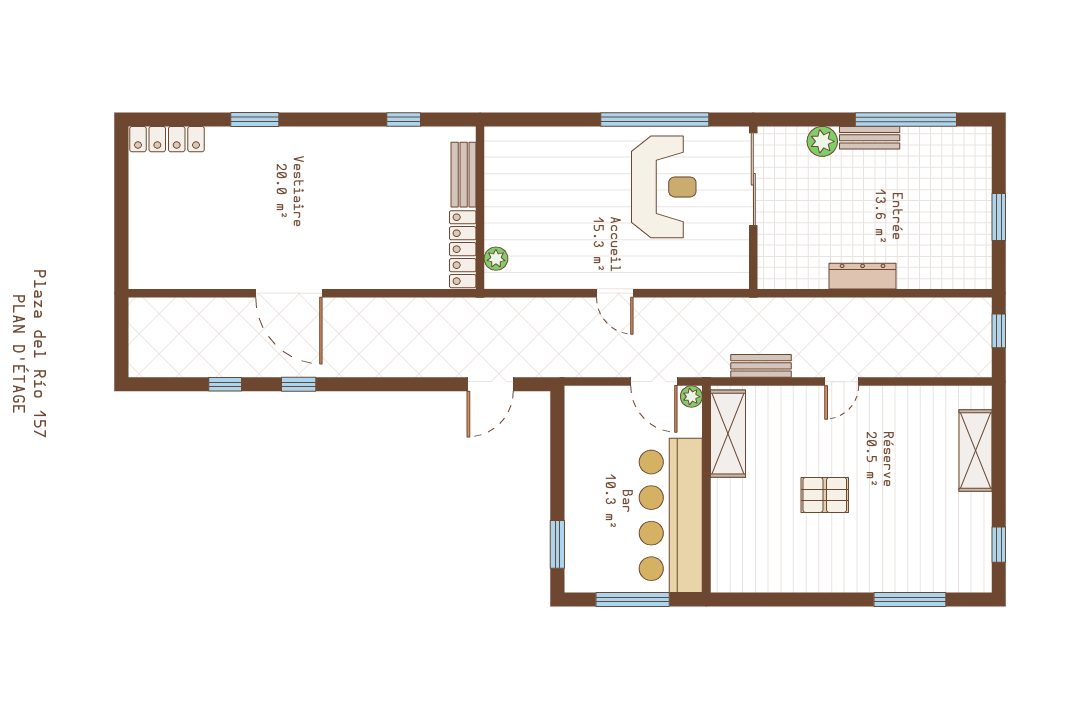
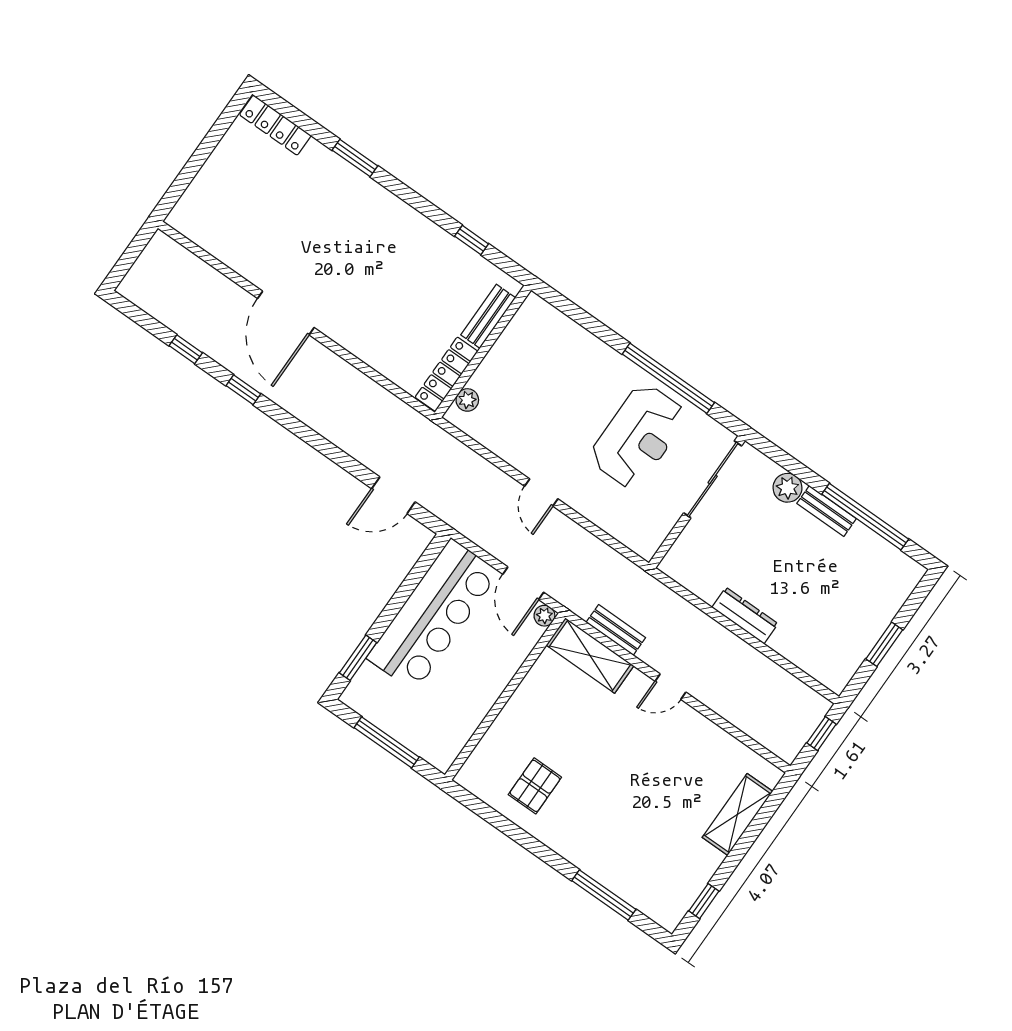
shelving: (728, 434) -> (590, 655), moved, turned 90
pallet: (825, 495) -> (535, 786), moved, turned 90
bar counter: (671, 515) -> (433, 615), moved, turned 180

